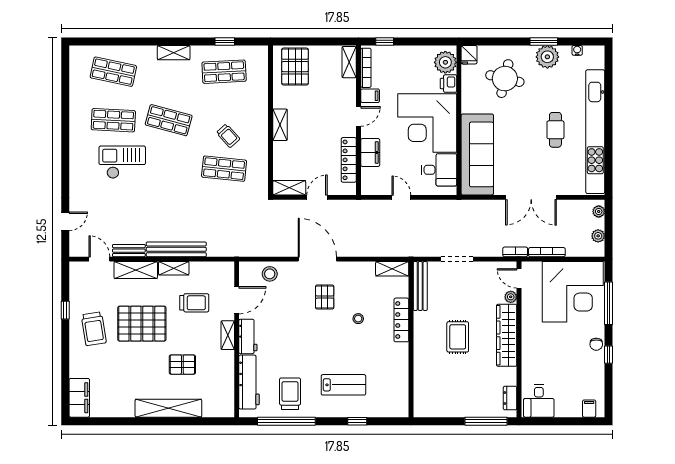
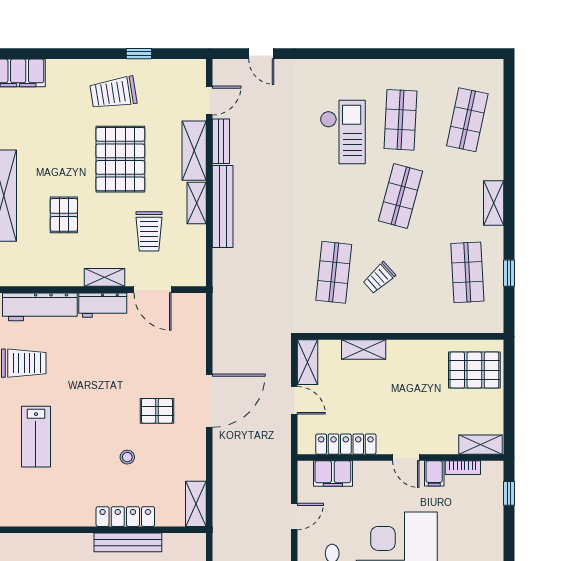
bookcase: (366, 68) -> (463, 468), width x0.64
shelving: (280, 125) -> (364, 349), moved
filing cabinet: (370, 152) -> (333, 474), moved
stool: (270, 274) -> (189, 335), removed
bench: (420, 286) -> (128, 542), moved

